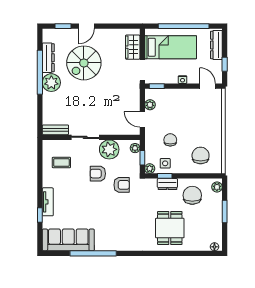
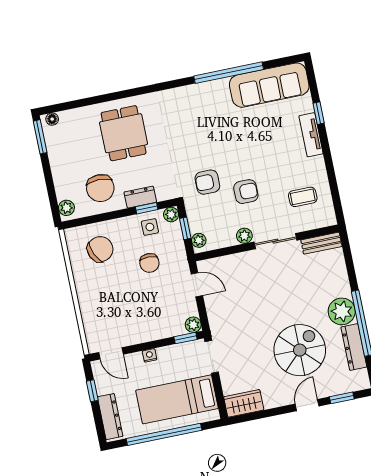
wardrobe: (133, 47) -> (244, 403), moved, turned -90
plant: (150, 105) -> (193, 325), moved
plant: (109, 149) -> (244, 236), width x0.53, depth x0.53
chair: (201, 155) -> (100, 249), turned -114
window: (225, 212) -> (40, 137), moved

